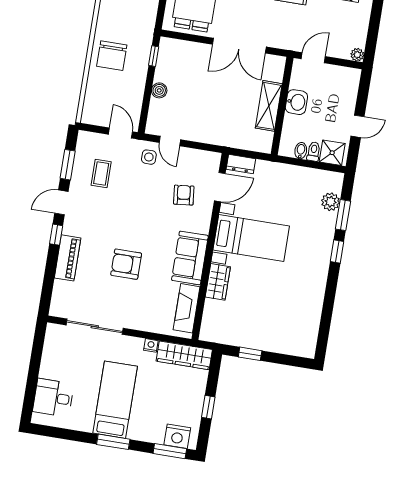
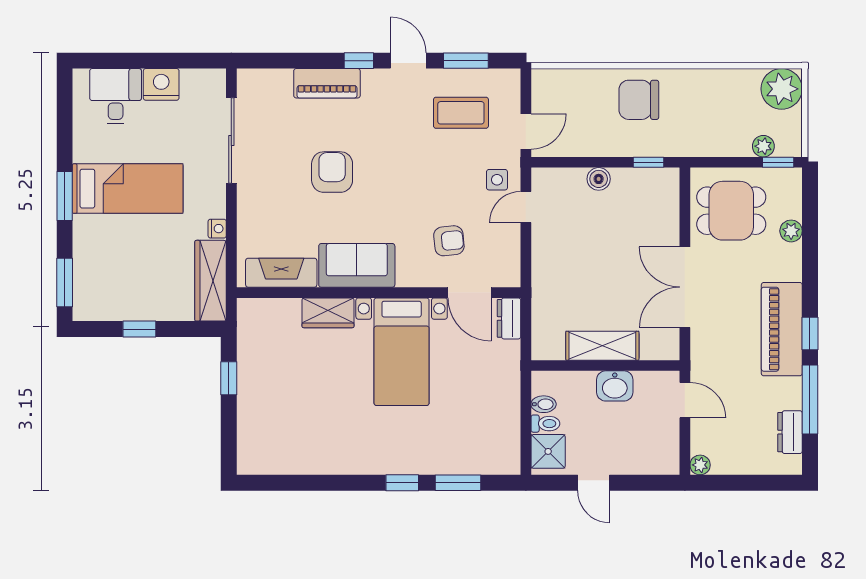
coffee table: (101, 173) -> (461, 113), width x1.36, depth x1.30
plant: (331, 202) -> (475, 461), removed
nightstand: (177, 436) -> (161, 84), moved, turned 90

